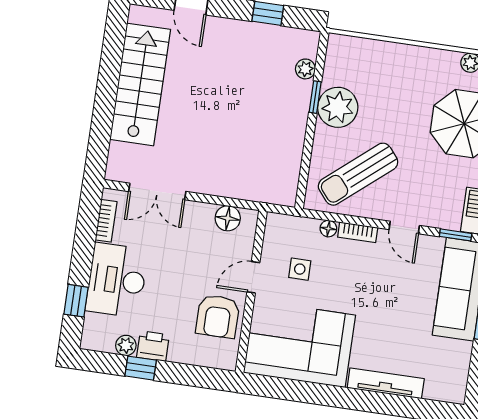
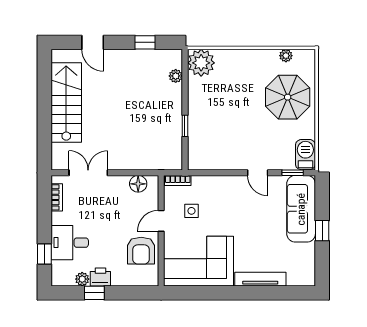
window: (315, 97) -> (185, 126), moved
plant: (338, 107) -> (201, 63), moved
sun lounger: (358, 174) -> (221, 141), removed
double door: (157, 191) -> (88, 173), swing flipped
floor lamp: (328, 229) -> (207, 181), removed
bookcase: (358, 232) -> (178, 180), moved
desk: (117, 280) -> (70, 243), width x0.73

